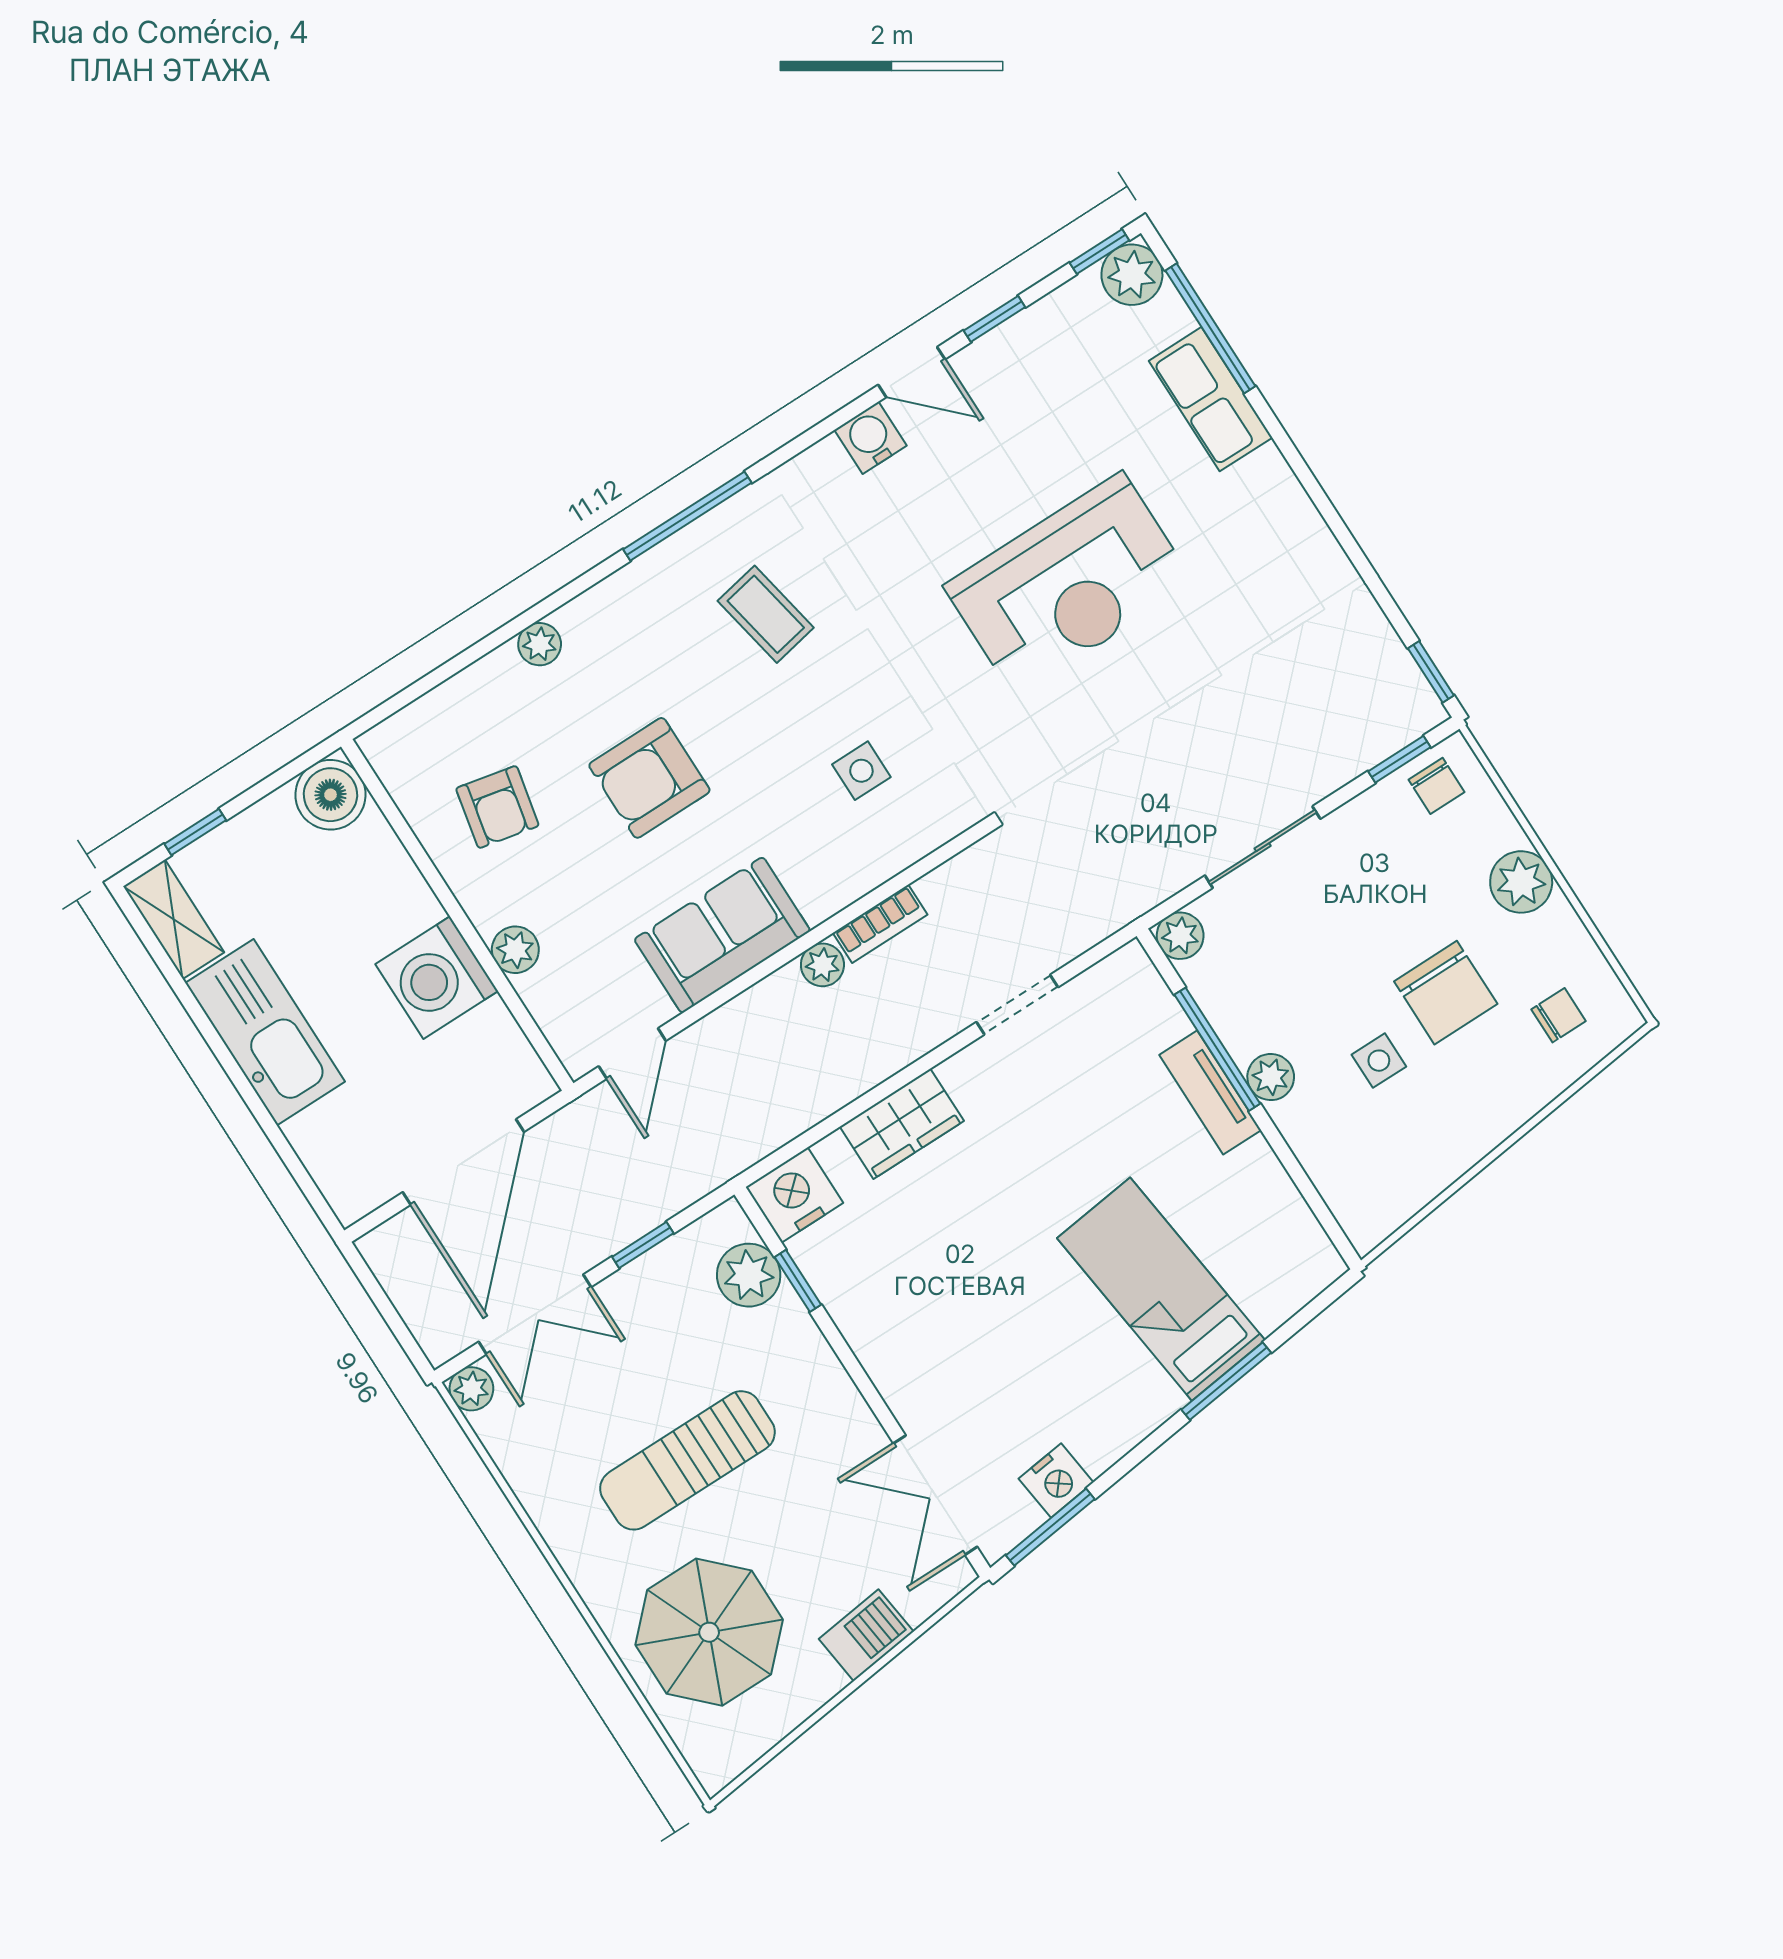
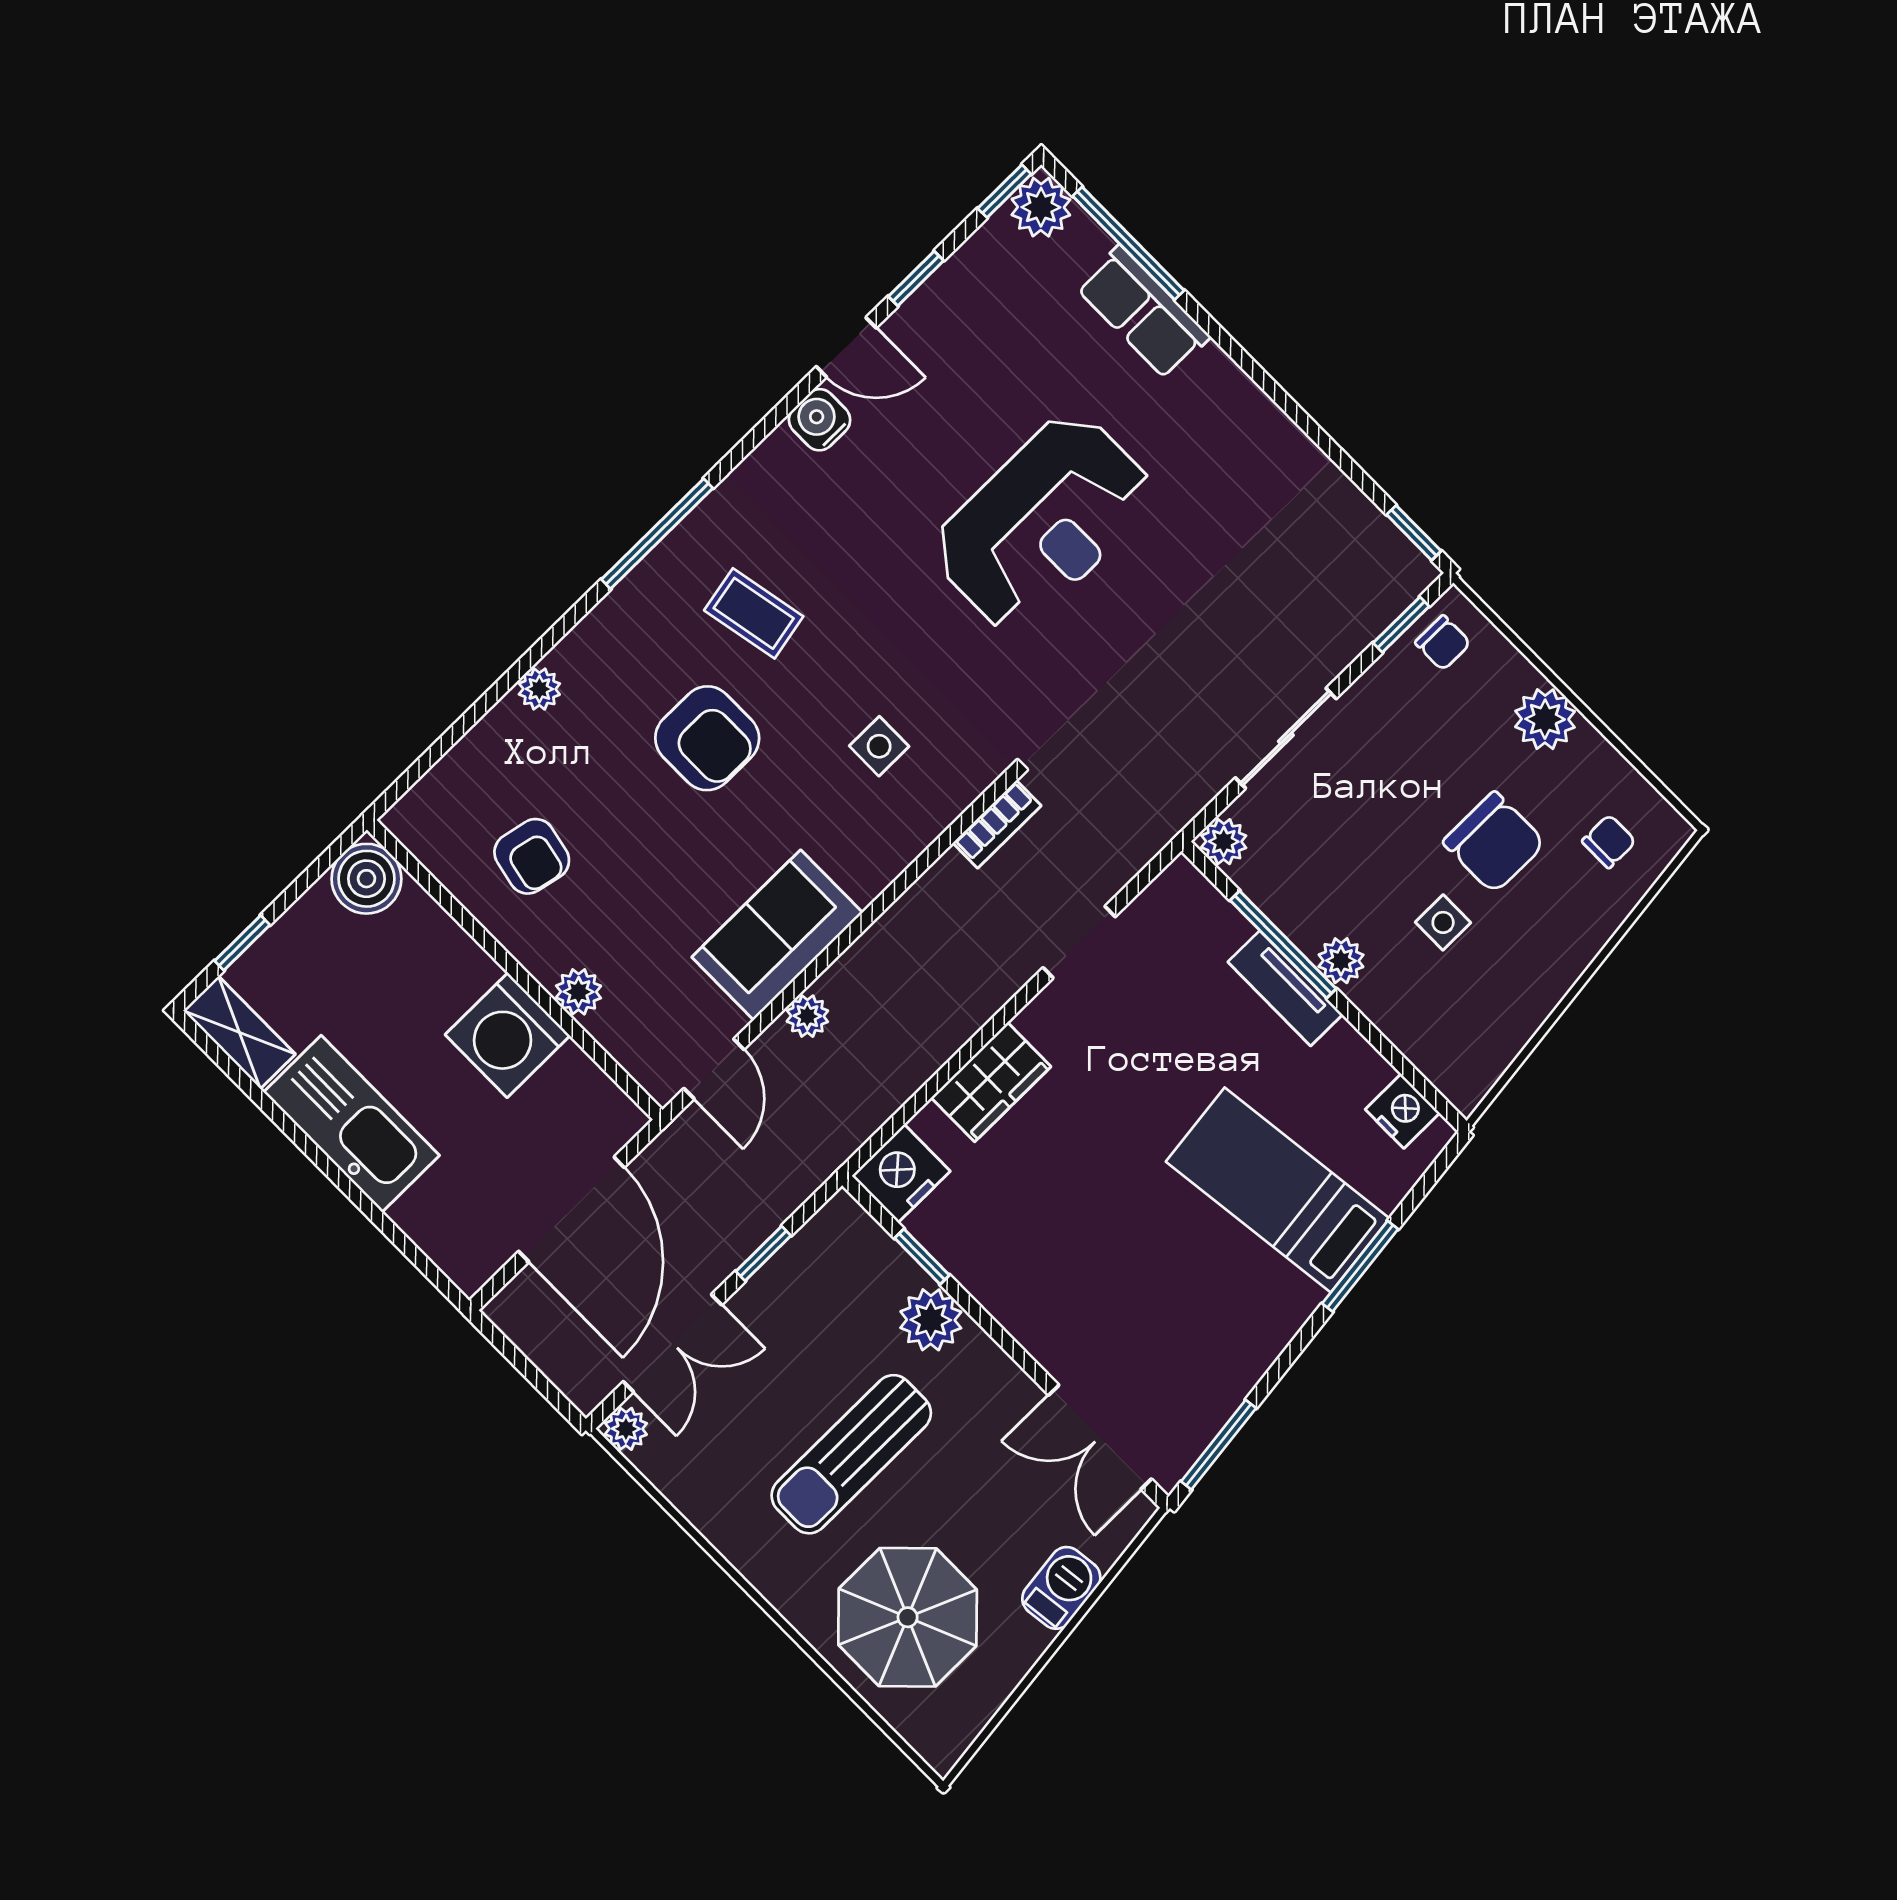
armchair: (649, 778) -> (707, 738), moved, turned -90
bookcase: (880, 924) -> (997, 824), moved
plant: (822, 965) -> (807, 1016), moved
plant: (749, 1275) -> (931, 1320), moved
nightstand: (1056, 1481) -> (1403, 1111), moved, turned -83

